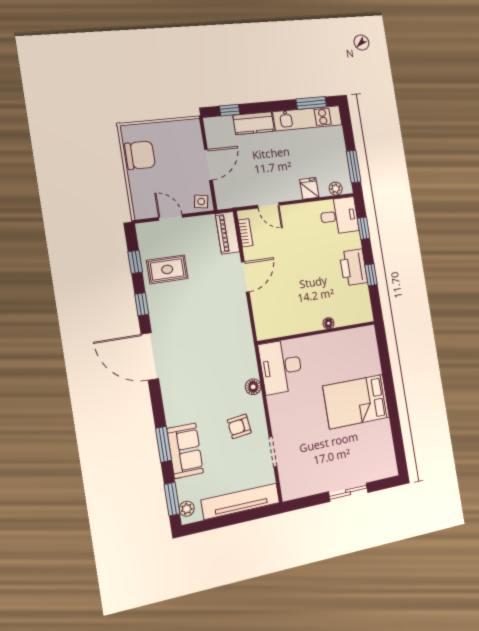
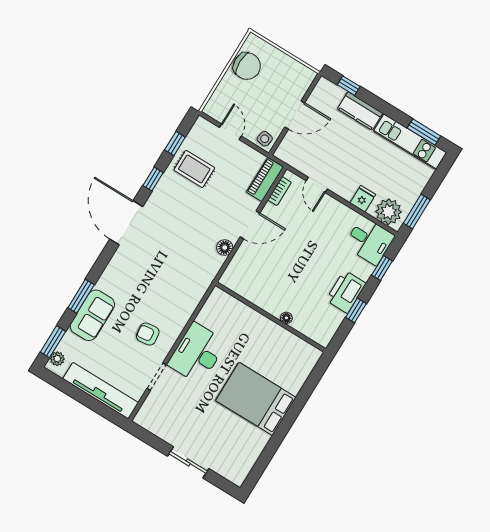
plant: (336, 189) -> (389, 212), width x1.87, depth x1.87
desk: (281, 367) -> (197, 353), moved
floor lamp: (253, 387) -> (225, 248), moved

